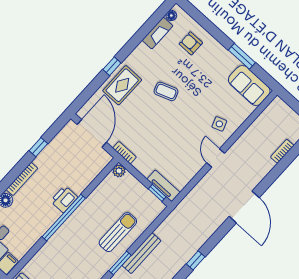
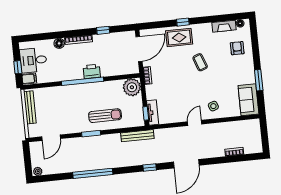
plant: (119, 171) -> (132, 87), width x1.87, depth x1.87
bench: (141, 253) -> (137, 136), moved
window: (196, 260) -> (150, 167), moved

